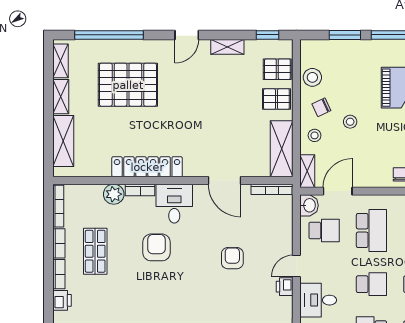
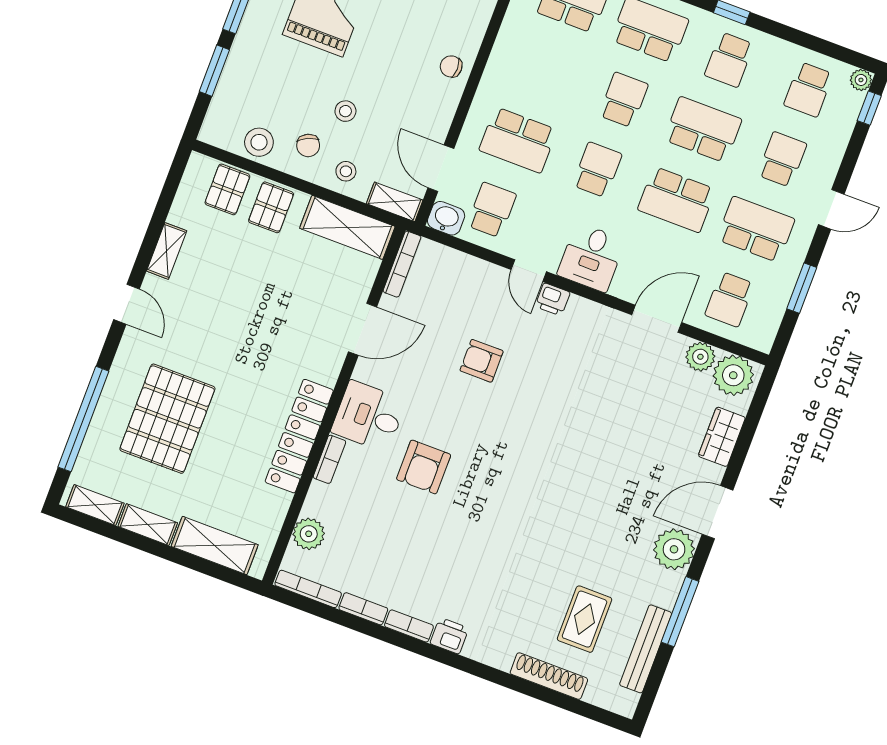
window: (268, 35) -> (171, 185), removed
plant: (114, 194) -> (309, 534), moved
school desk: (371, 230) -> (518, 140), turned 180
armchair: (156, 247) -> (424, 467), turned -90
shop shelf: (95, 251) -> (395, 560), removed

